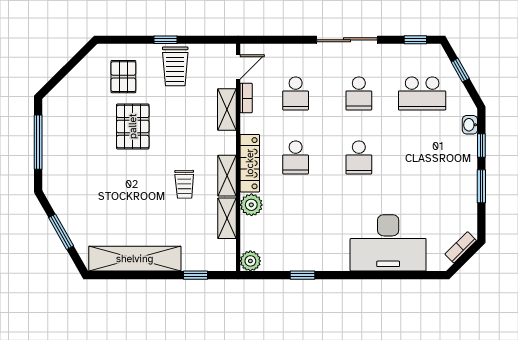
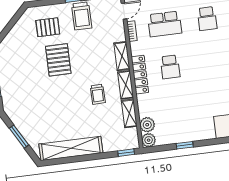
pallet: (123, 77) -> (48, 27), turned 90
school desk: (296, 93) -> (165, 24), width x1.85
shelving: (227, 110) -> (122, 56), moved
school desk: (359, 157) -> (213, 61), removed
plant: (251, 205) -> (147, 125), moved
window: (195, 275) -> (126, 153), moved

